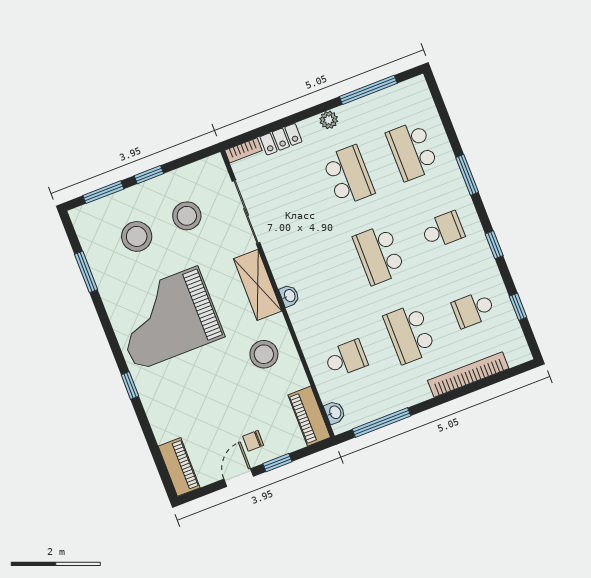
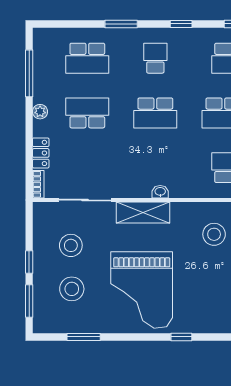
stool: (264, 354) -> (214, 234), moved

